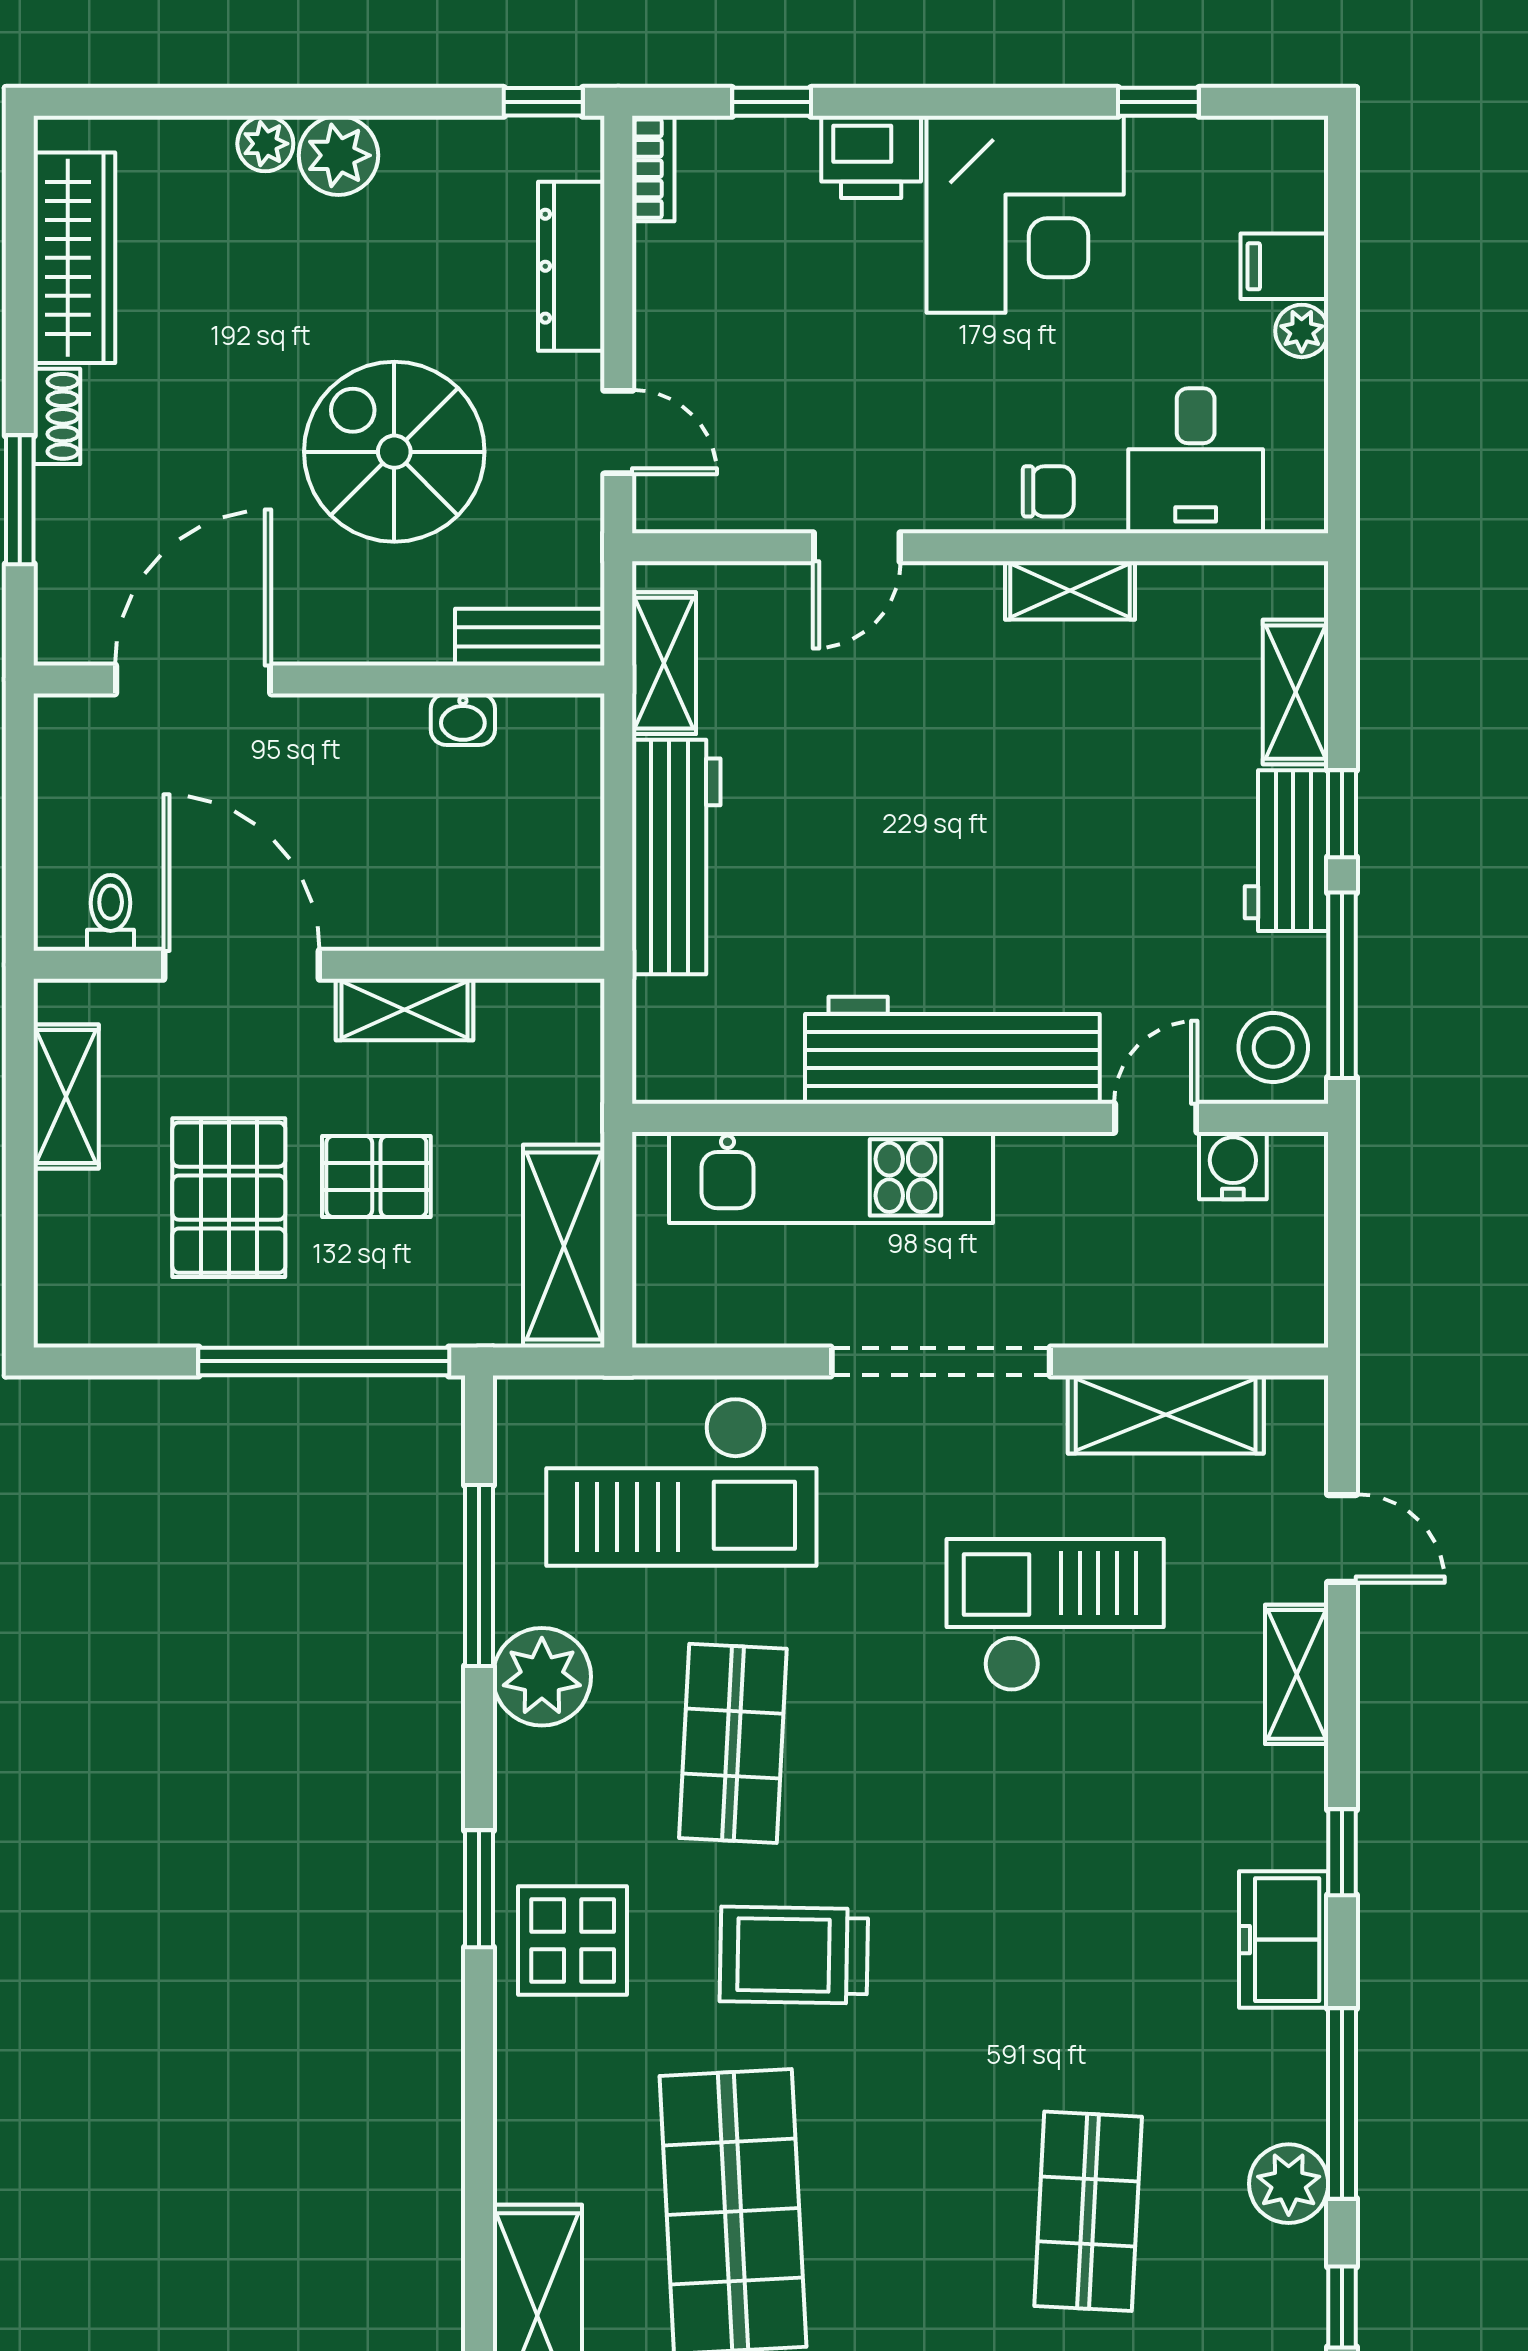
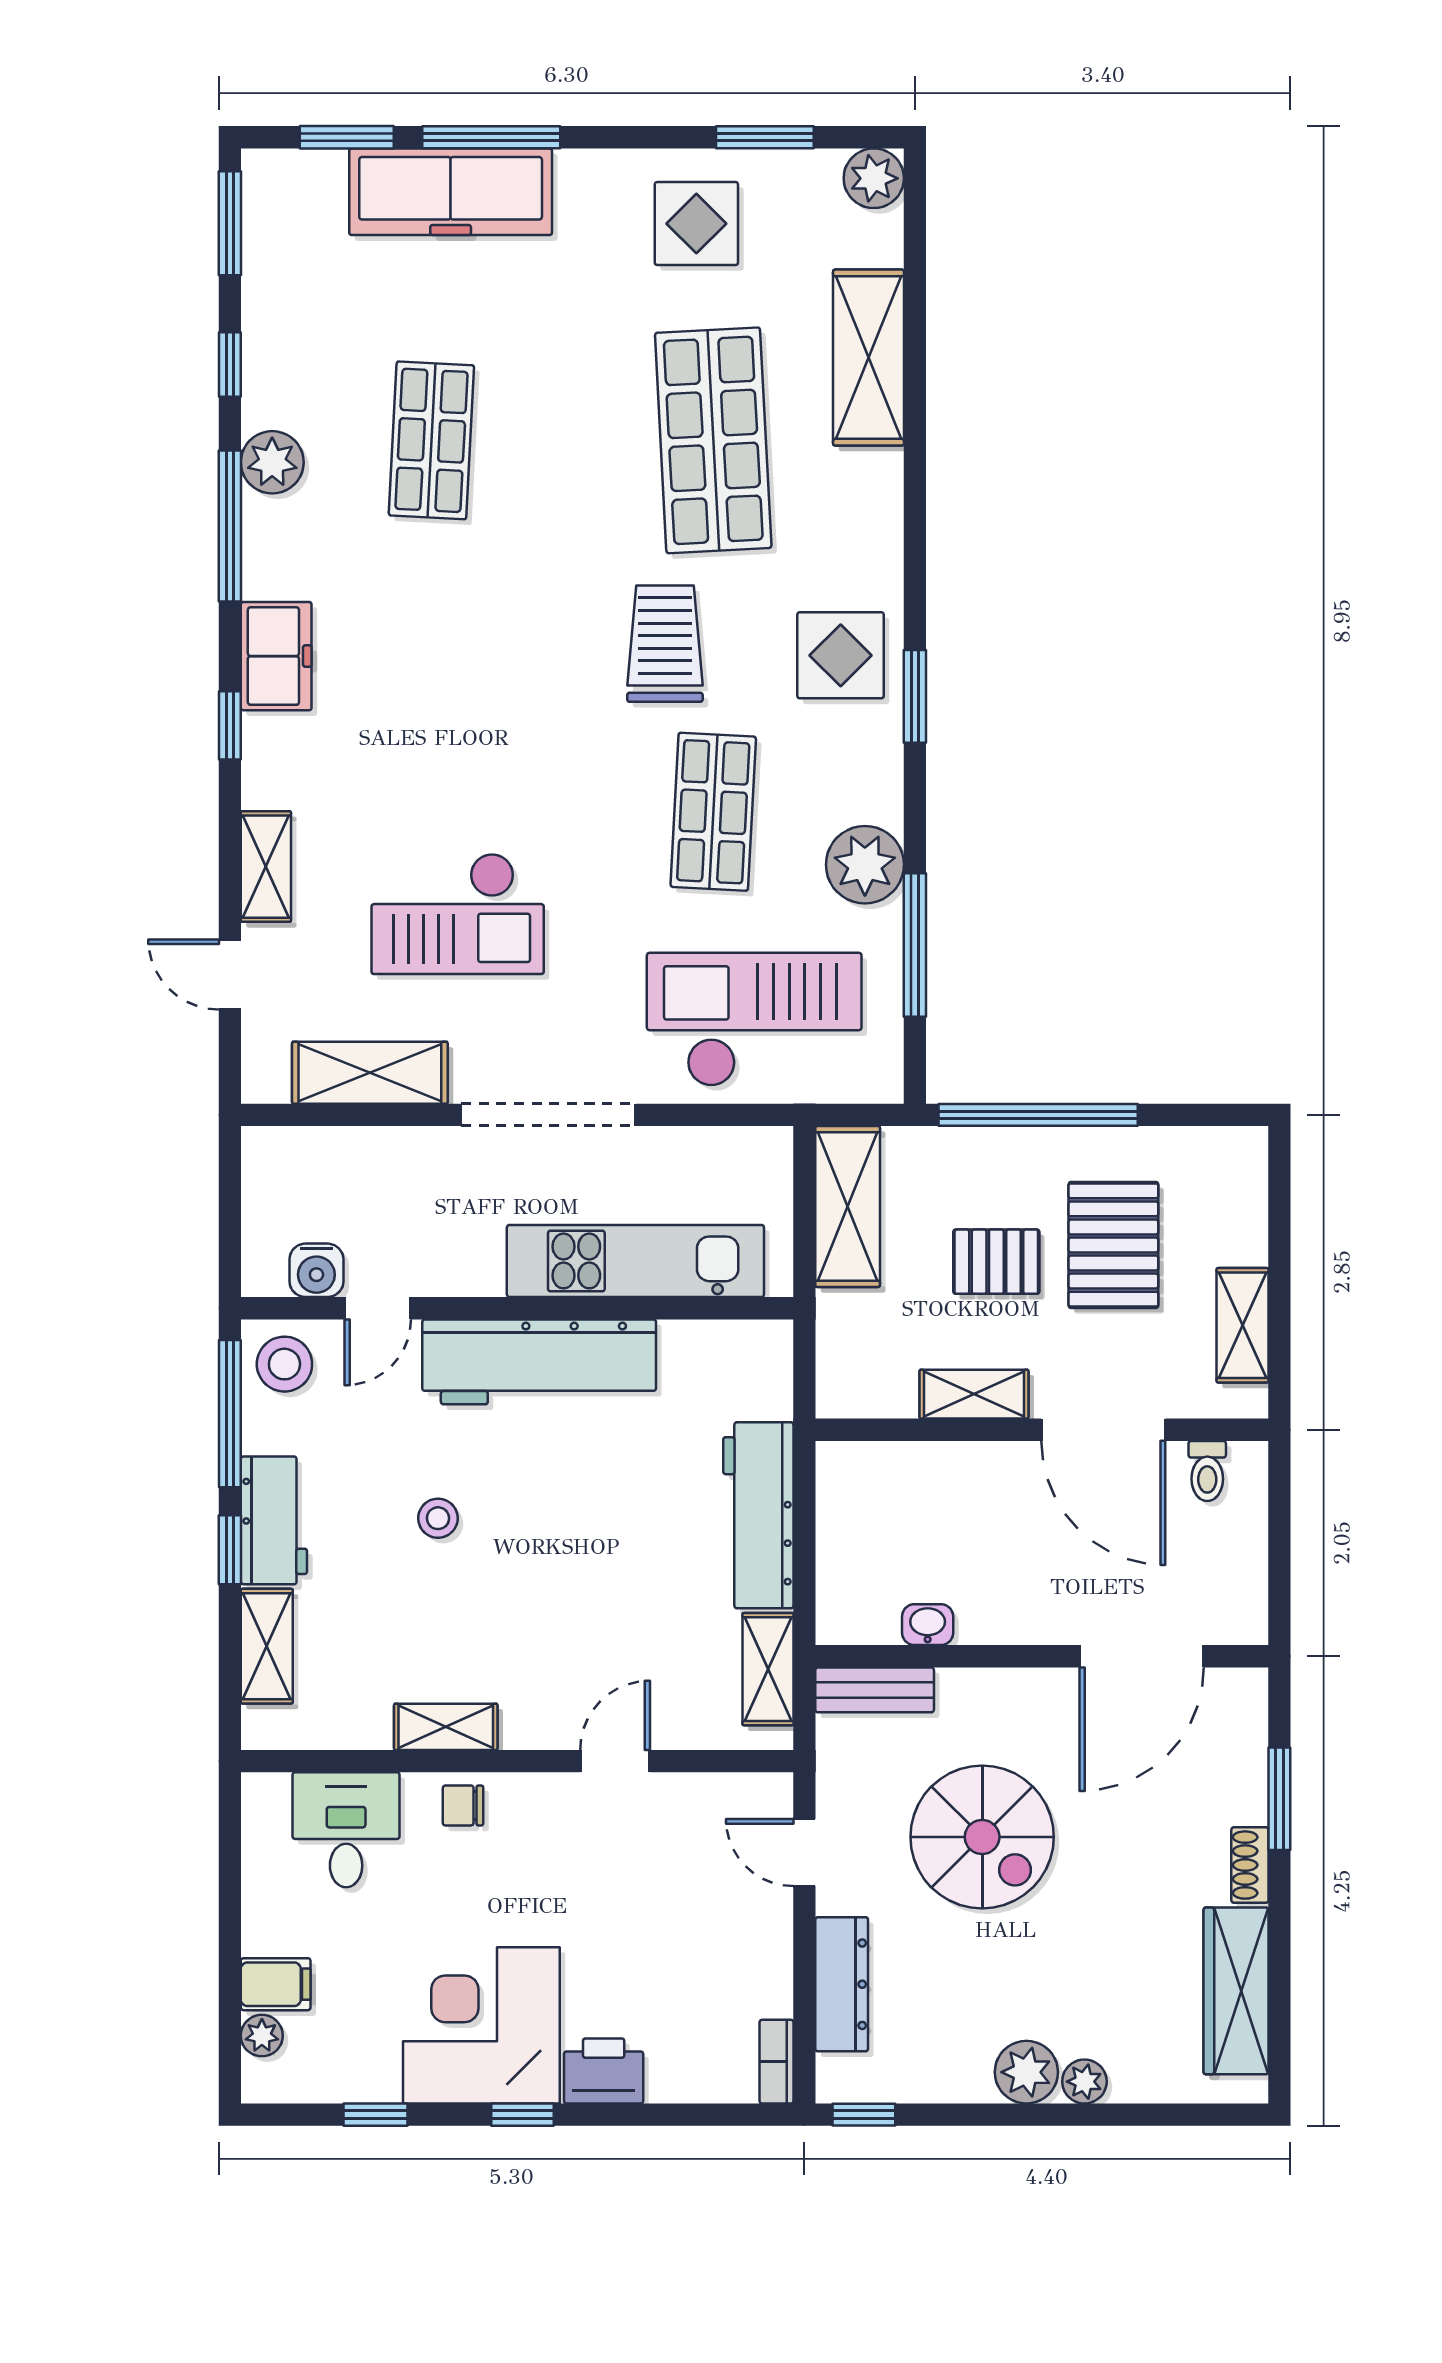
window: (772, 102) -> (522, 2115), moved
plant: (1302, 331) -> (262, 2036), moved
stool: (1080, 853) -> (438, 1518), added
trolley: (794, 1955) -> (665, 644), turned -91

